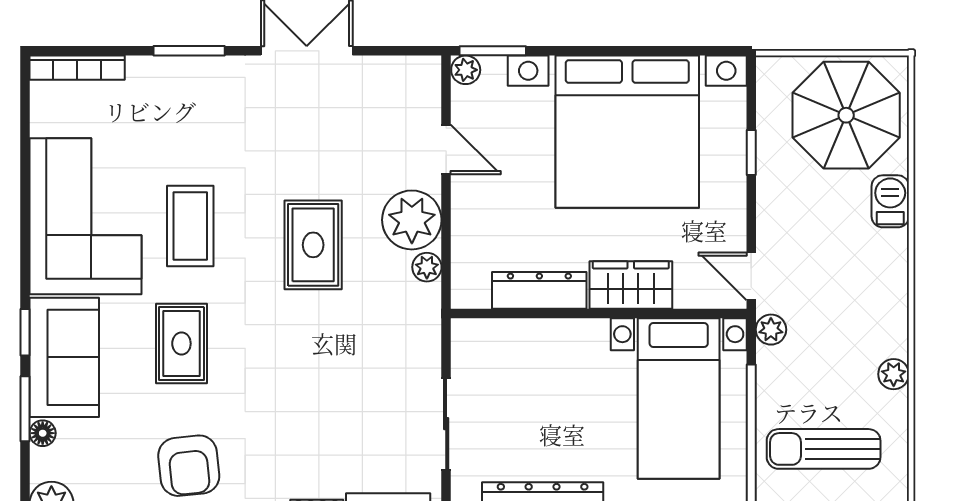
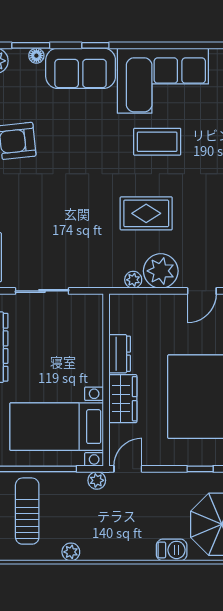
dresser: (539, 290) -> (120, 354), width x0.70
rug: (181, 344) -> (89, 137), removed
window: (25, 409) -> (31, 45), moved

